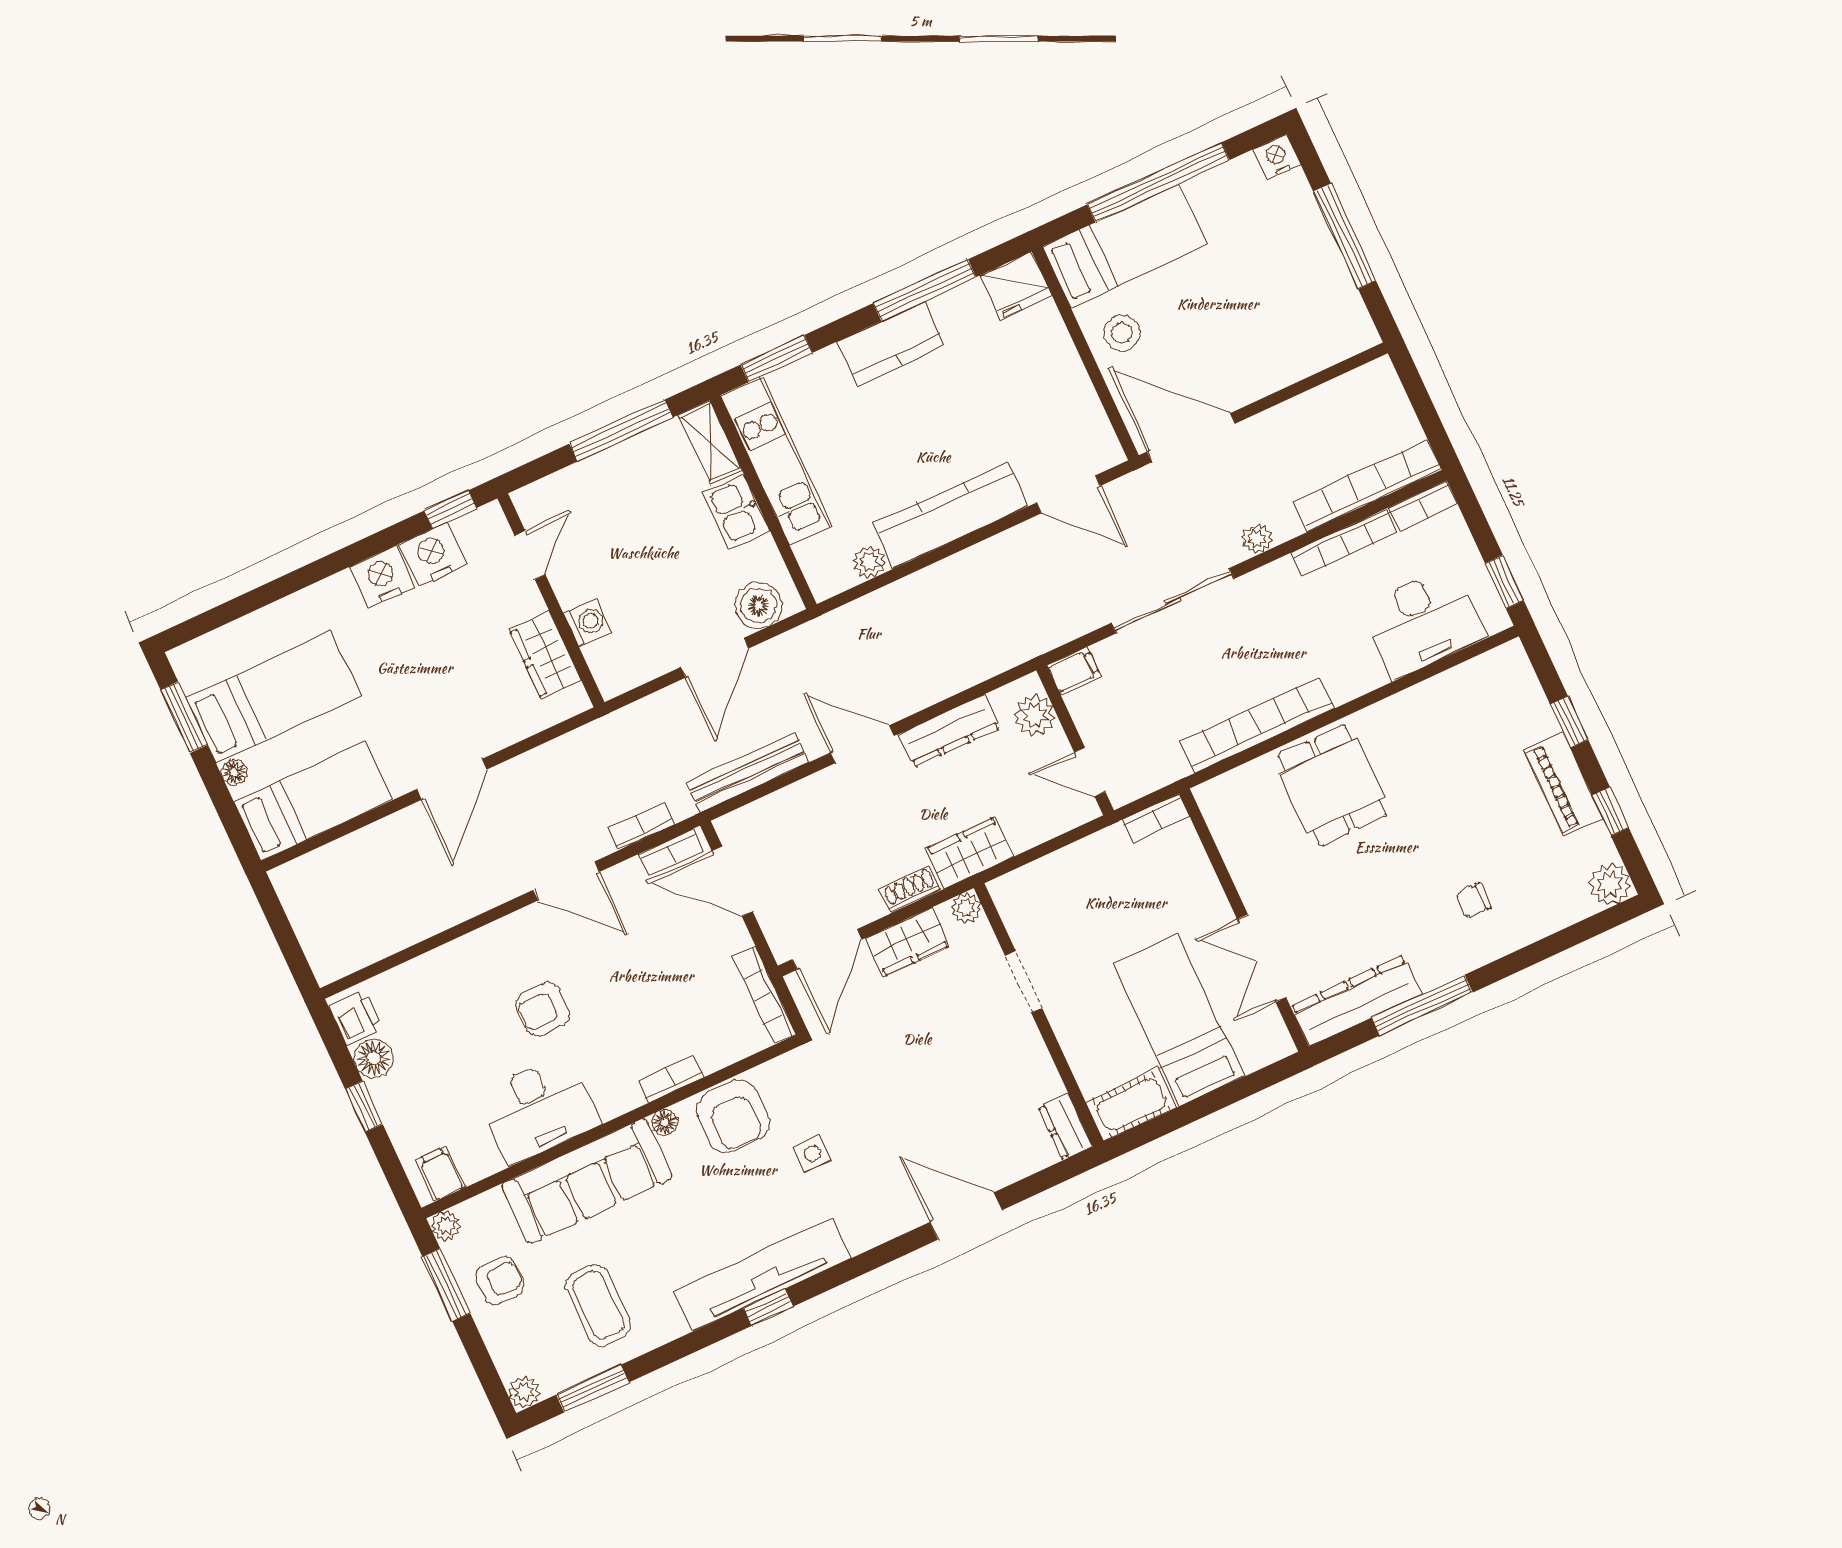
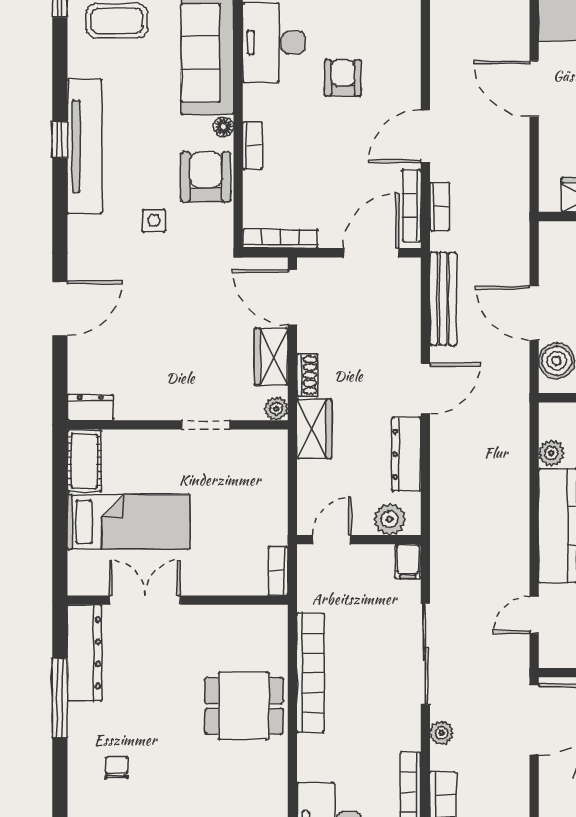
door: (1068, 494) -> (534, 615), width x0.73
bookcase: (670, 852) -> (412, 206), width x1.56
armchair: (733, 1116) -> (206, 177), turned 90

